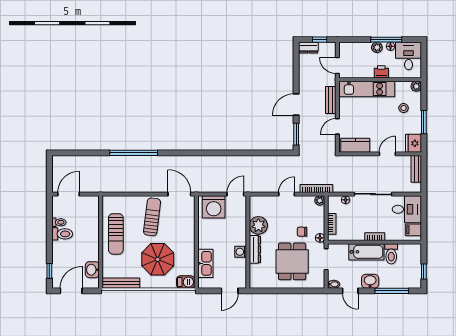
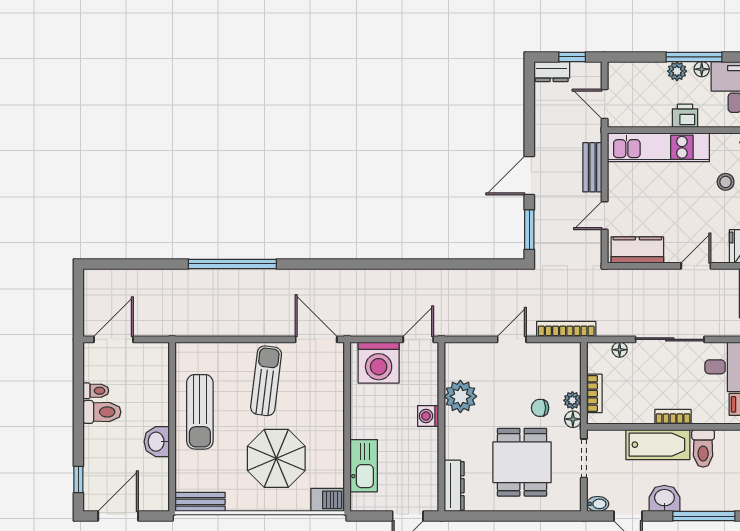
plant: (320, 201) -> (572, 400), moved
dresser: (255, 249) -> (454, 486), moved
washing machine: (241, 252) -> (428, 416), moved
washbasin: (92, 270) -> (157, 442), moved
bench: (121, 283) -> (200, 502), width x0.73

